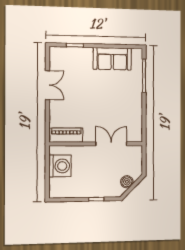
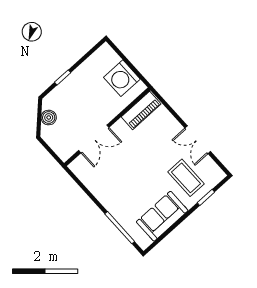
coffee table: (76, 68) -> (186, 178), added

